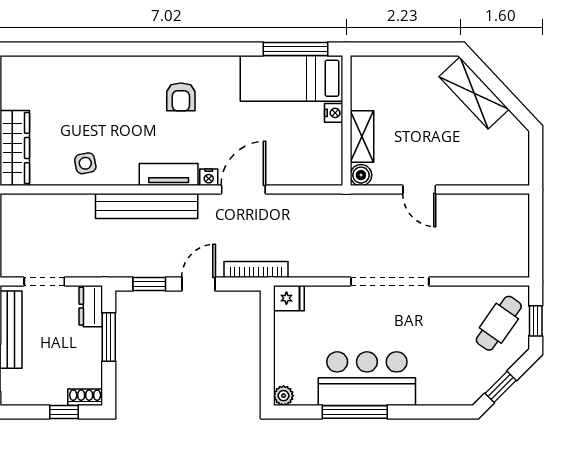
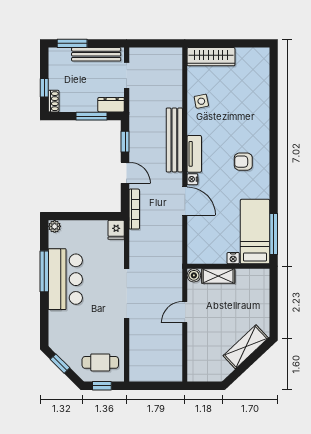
cafe table: (499, 323) -> (100, 362), turned -35

